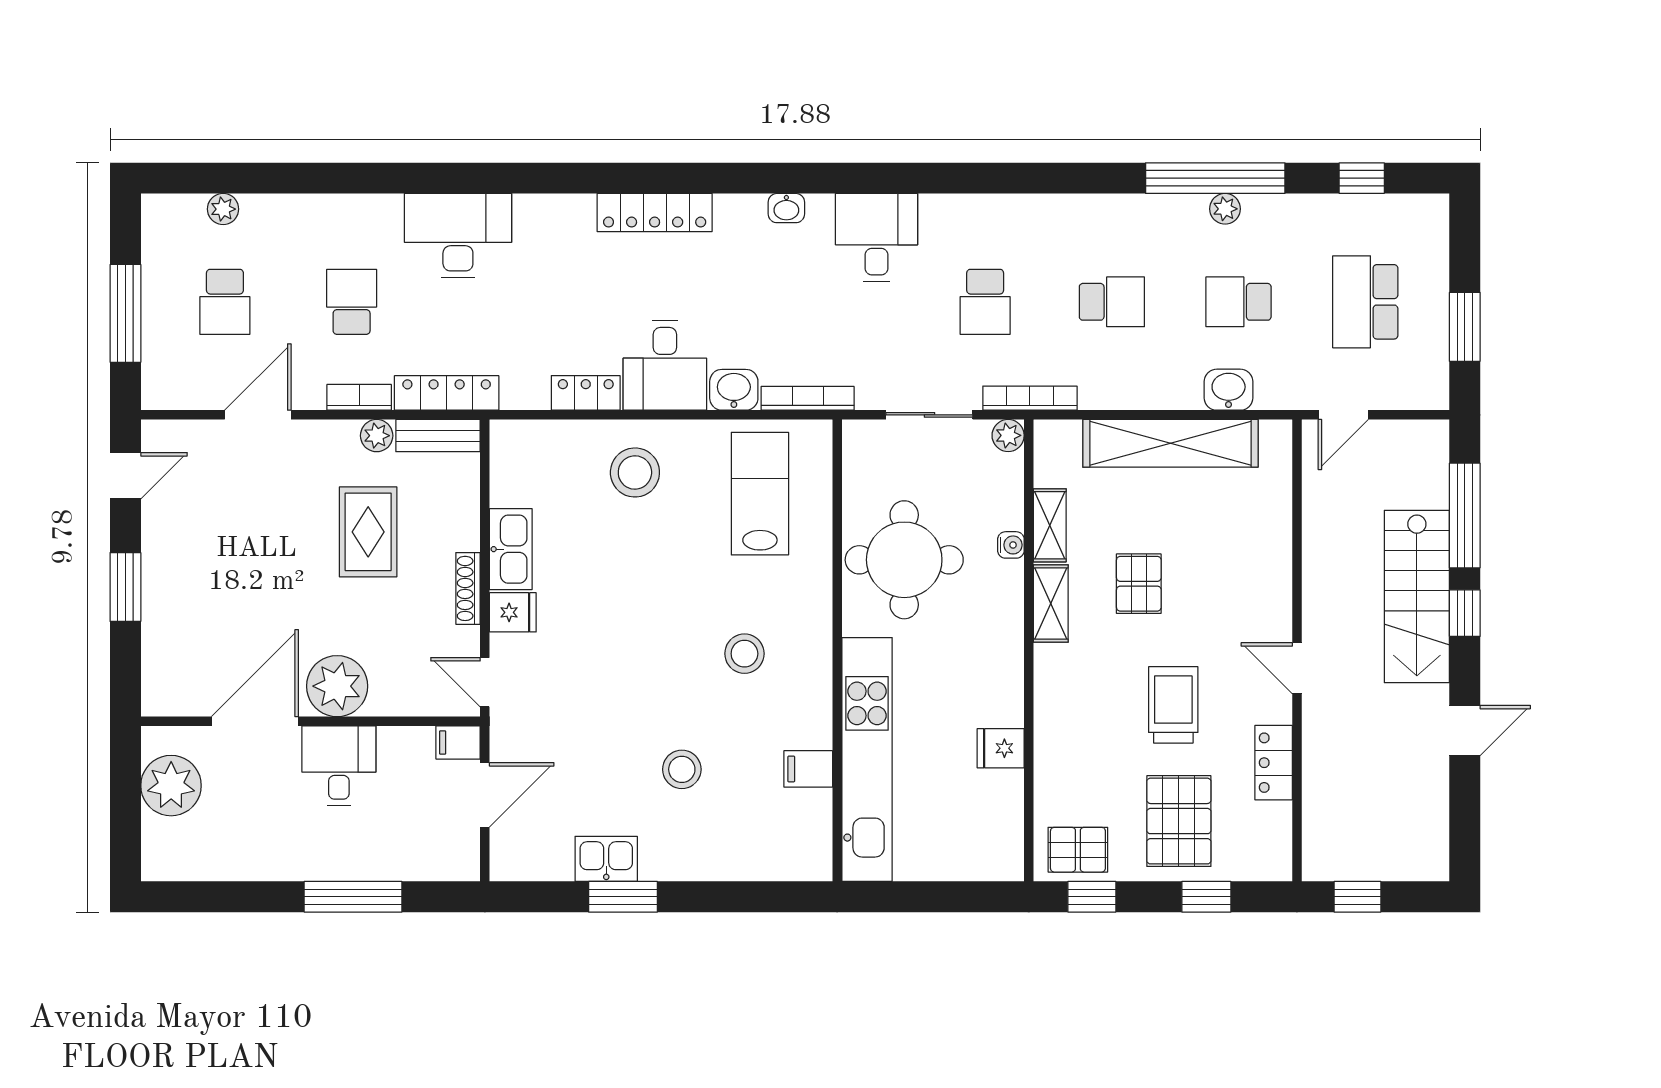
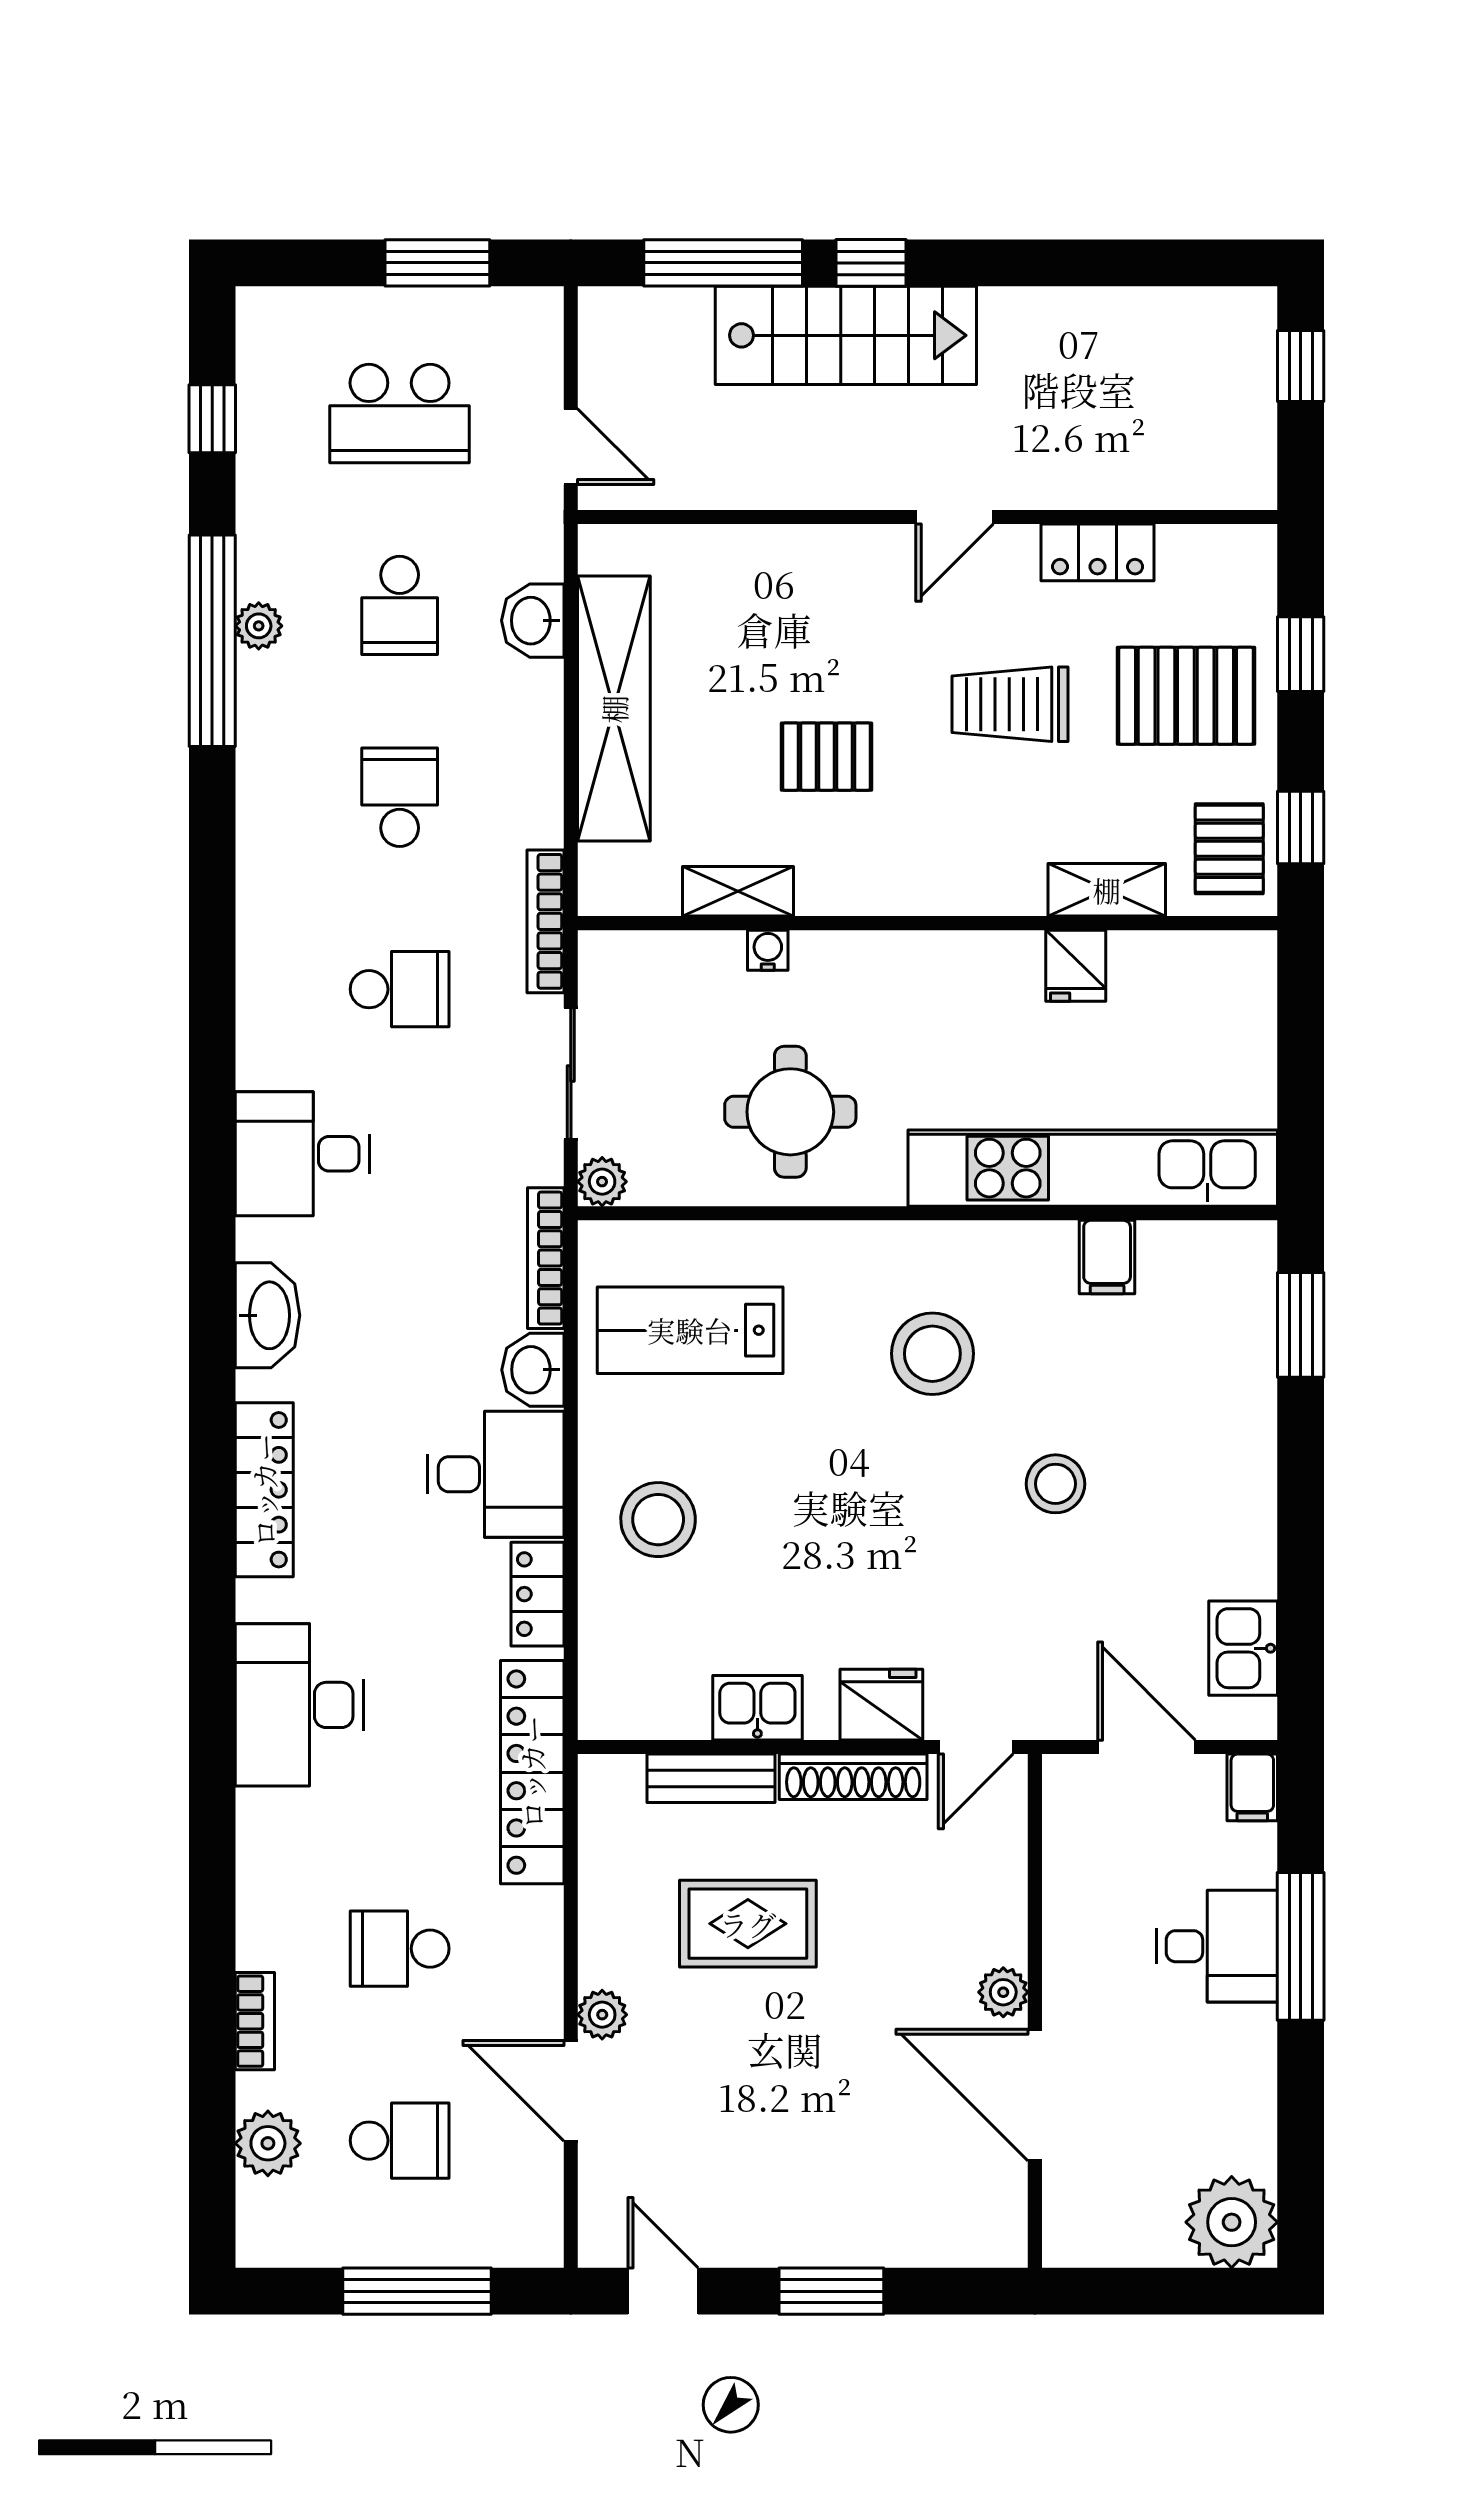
washbasin: (786, 208) -> (268, 1315), width x1.91, depth x1.45
plant: (223, 209) -> (268, 2143), width x1.38, depth x1.38
desk: (458, 236) -> (299, 1705), moved
locker: (447, 393) -> (532, 1772), width x1.41, depth x1.21
bookcase: (359, 397) -> (255, 2021), moved, turned 180
plant: (1008, 435) -> (602, 1182), moved
plant: (377, 436) -> (602, 2015), moved
bench: (438, 436) -> (711, 1778), moved, turned 90
kitchen sink: (511, 549) -> (757, 1708), width x0.73
round table: (904, 560) -> (790, 1112), width x0.73, depth x0.73
shoe rack: (468, 588) -> (853, 1777), width x1.36, depth x1.24
shelving: (1051, 604) -> (1107, 890), moved
fridge: (513, 612) -> (881, 1705), width x1.38
stool: (744, 654) -> (932, 1354), width x1.38, depth x1.38
plant: (337, 686) -> (1003, 1992), width x0.53, depth x0.53
door: (1465, 731) -> (1049, 263), removed
filing cabinet: (458, 742) -> (1252, 1787), moved
desk: (339, 766) -> (1217, 1946), moved, turned 180
stool: (682, 769) -> (1056, 1484), moved
plant: (171, 786) -> (1232, 2222), moved
kitchen sink: (606, 859) -> (1243, 1648), moved
window: (623, 897) -> (1301, 1325), moved
window: (1357, 897) -> (1301, 366), moved

